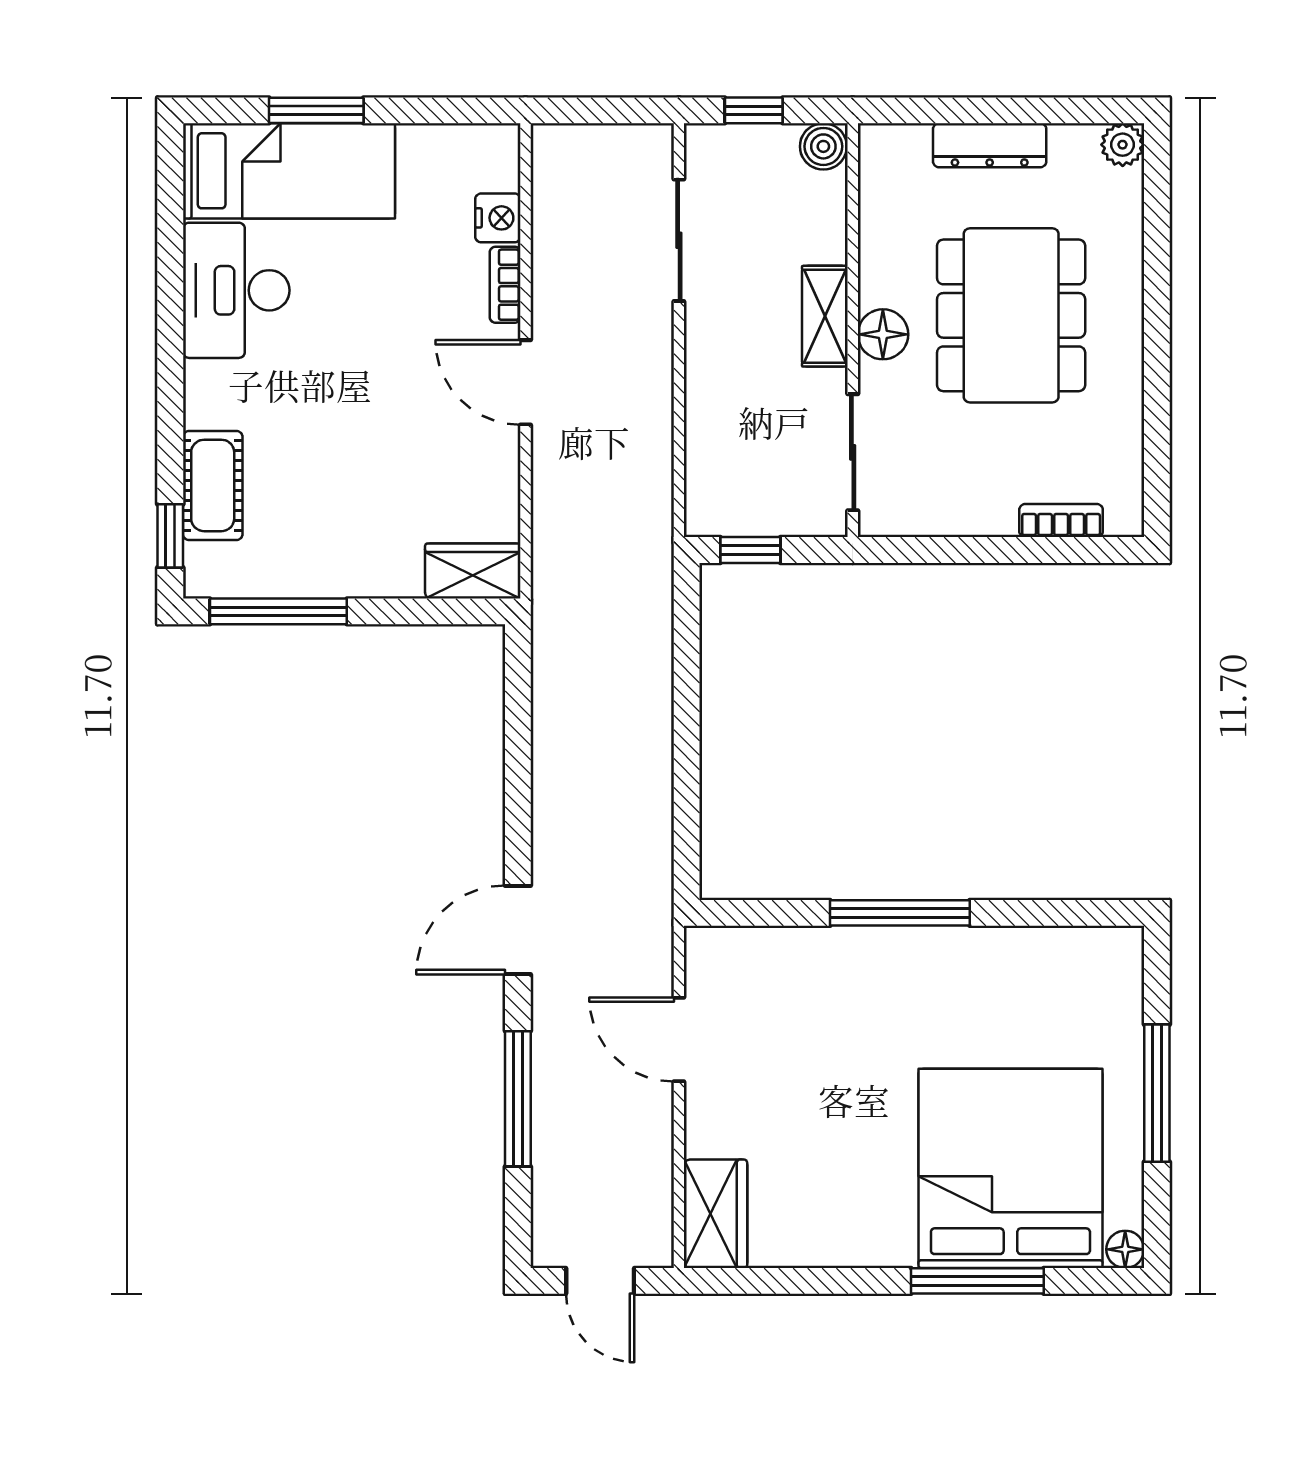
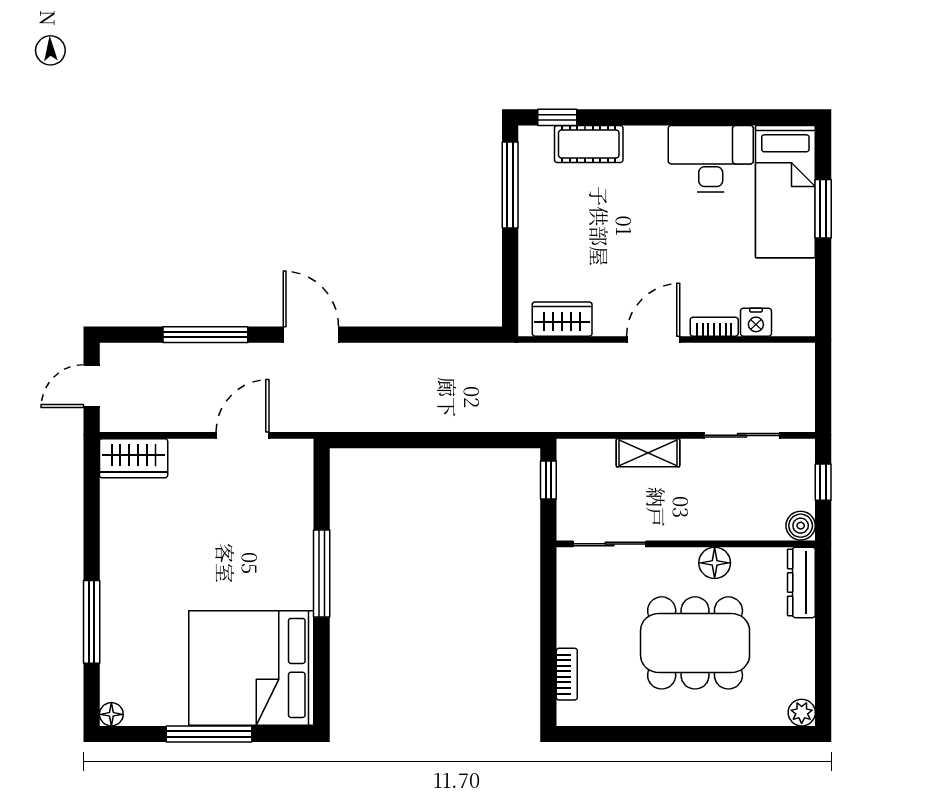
dresser: (990, 145) -> (801, 582), moved
shelving: (825, 316) -> (648, 453), moved
floor lamp: (883, 334) -> (715, 563), moved
wardrobe: (473, 571) -> (562, 319), moved, turned -90
bed: (1010, 1168) -> (251, 668), moved, turned 180

